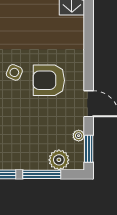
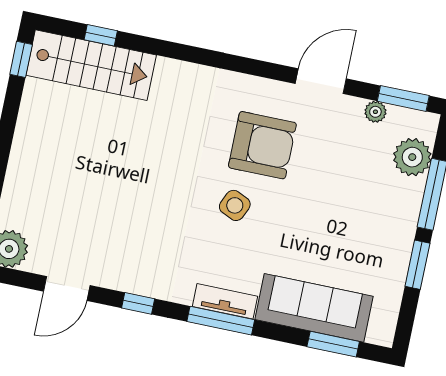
armchair: (49, 80) -> (262, 145), turned -90

